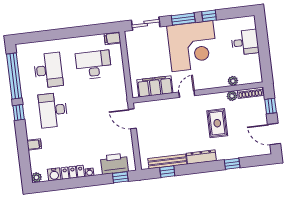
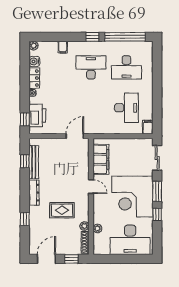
desk: (245, 42) -> (130, 240), width x1.87, depth x1.30

